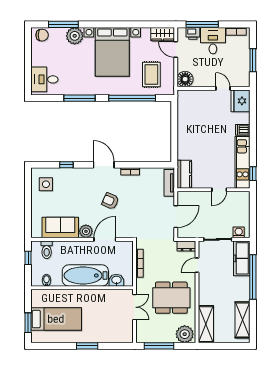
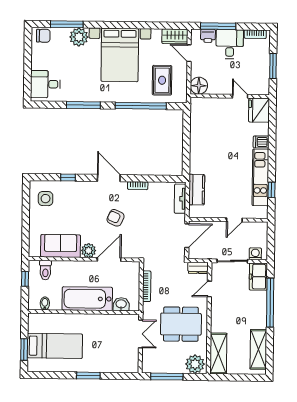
wall: (214, 190) -> (228, 220), moved
door: (219, 190) -> (234, 220), moved
freezer: (242, 258) -> (258, 277), width x0.71

